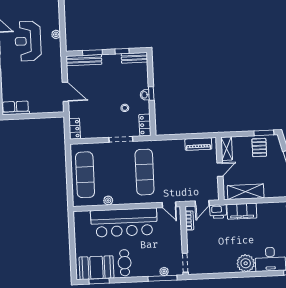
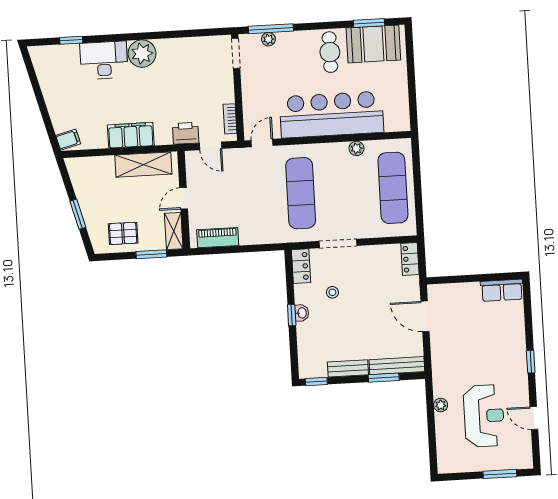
reception desk: (28, 41) -> (484, 416), moved
window: (122, 51) -> (316, 381), moved
bench: (134, 58) -> (348, 368), moved
window: (264, 133) -> (151, 254), moved
pallet: (259, 148) -> (123, 233), turned 90
door: (202, 203) -> (211, 146), swing flipped
door: (169, 205) -> (262, 143), hinge flipped
filing cabinet: (242, 211) -> (131, 135), moved

